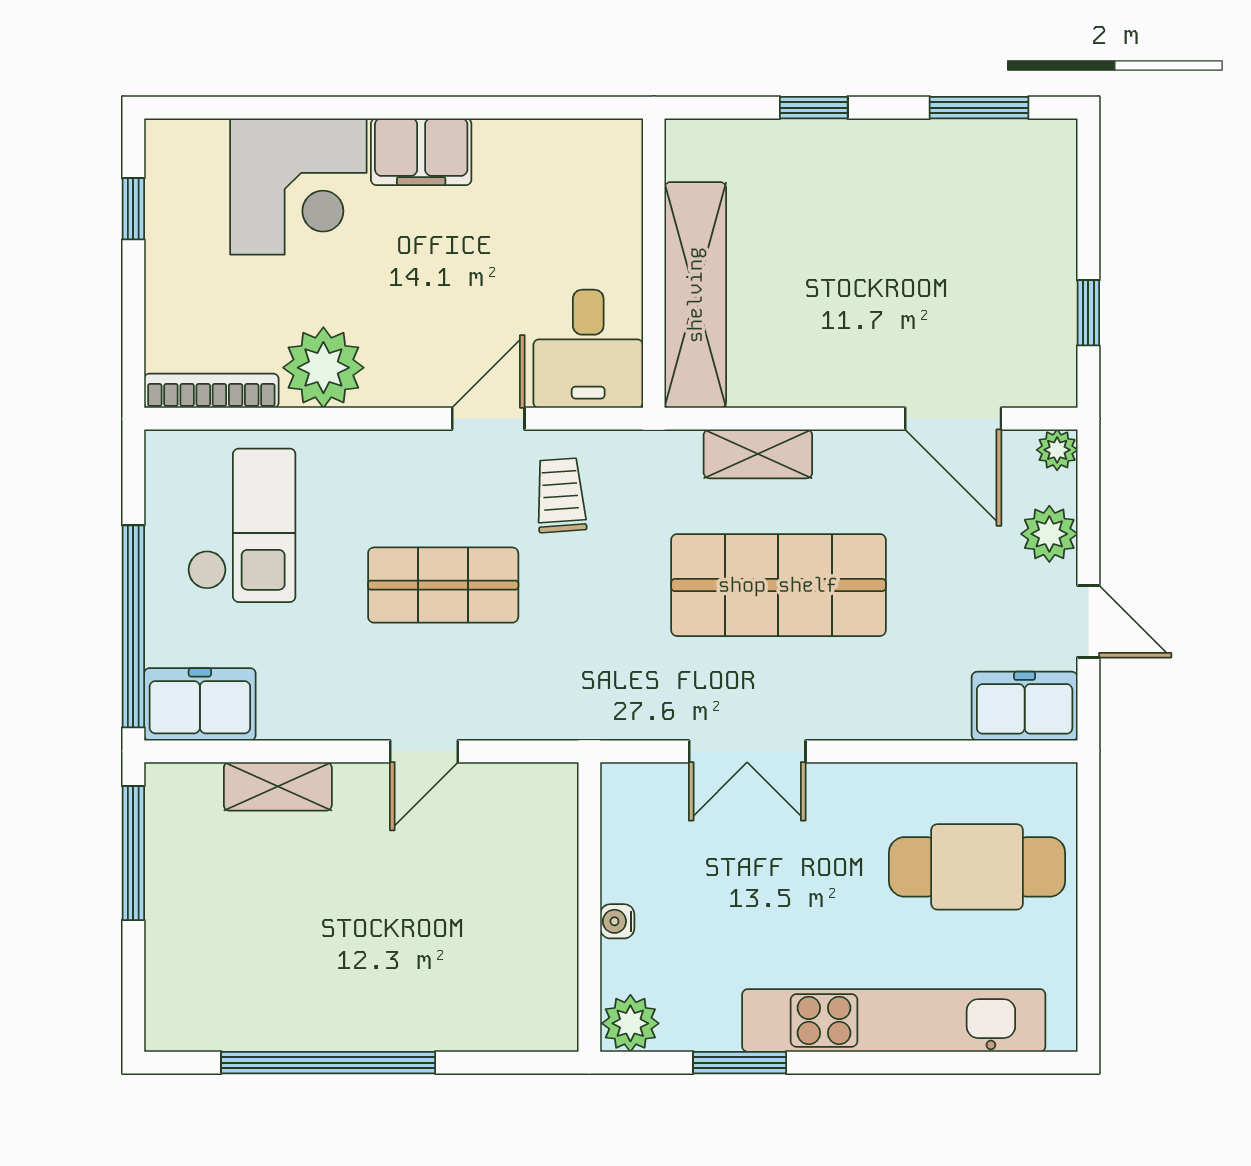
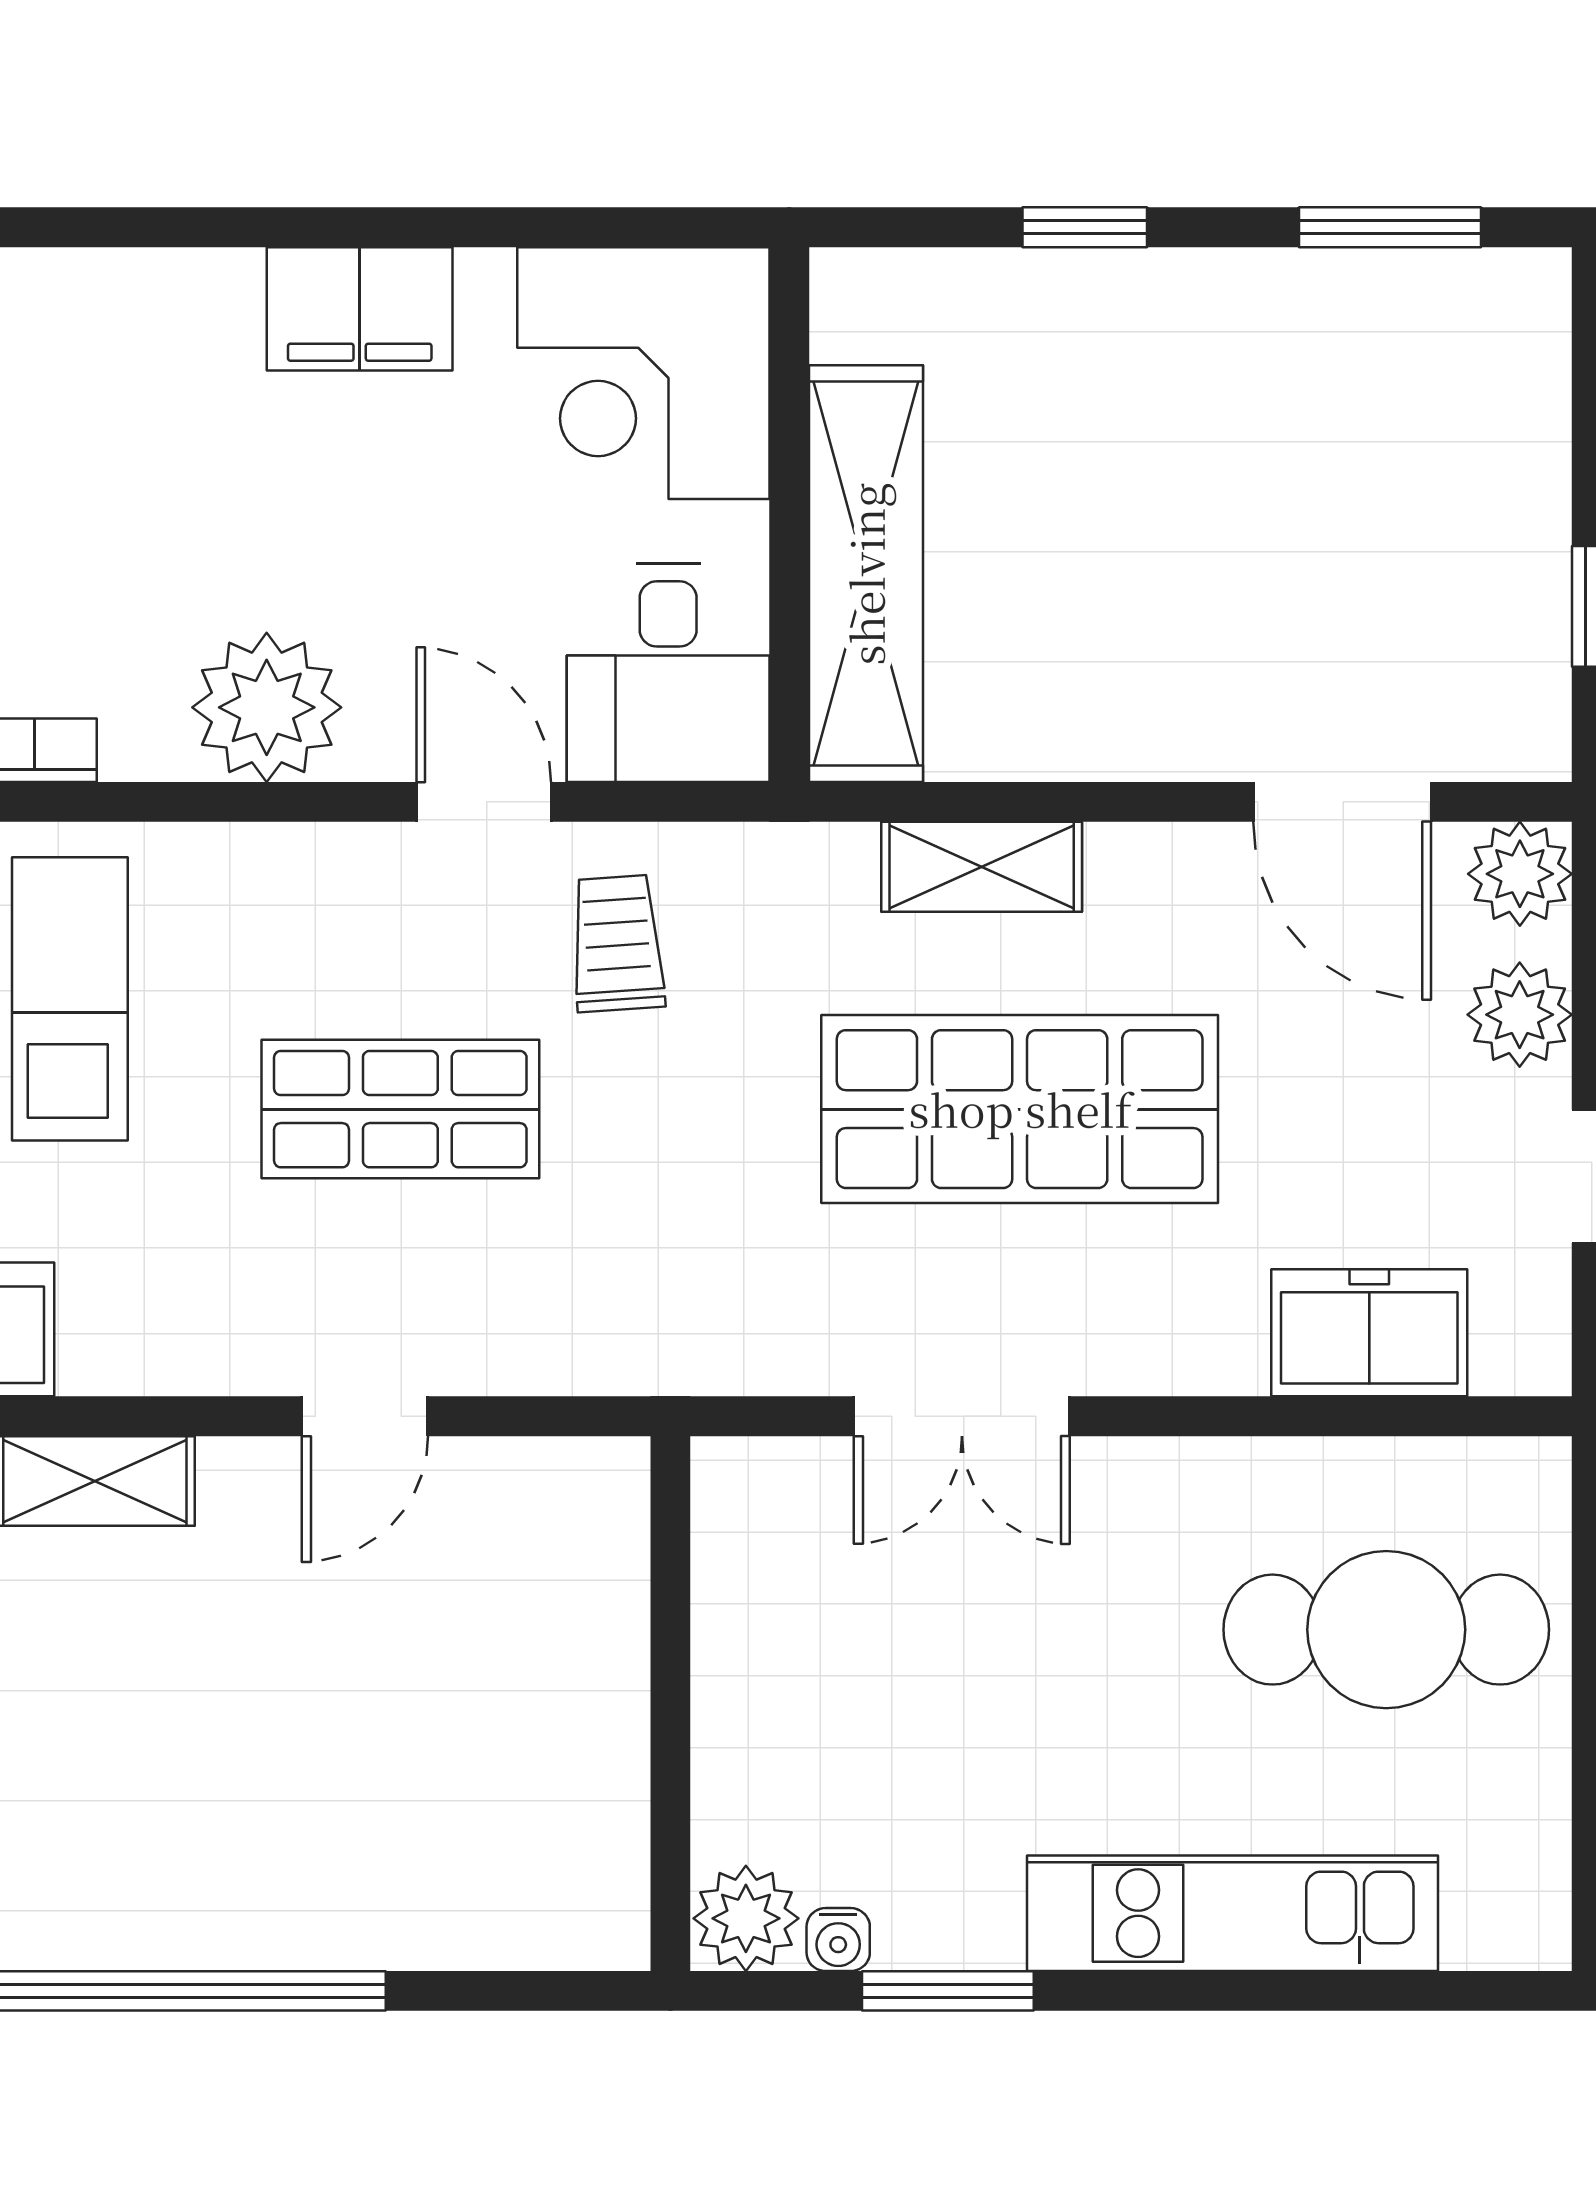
corner desk: (298, 187) -> (643, 373), moved, turned 90
plant: (323, 368) -> (267, 707), moved
door: (488, 419) -> (484, 802), hinge flipped
plant: (1057, 450) -> (1520, 874), width x1.38, depth x1.38
freezer: (1025, 706) -> (1369, 1333), moved
water cooler: (617, 921) -> (838, 1940), moved, turned -90
kitchen unit: (894, 1020) -> (1233, 1913), width x0.73

